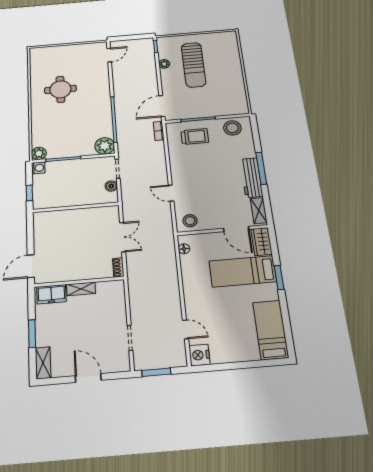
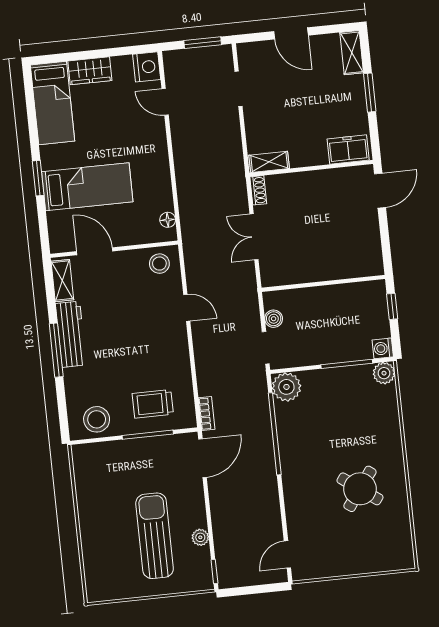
round table: (60, 89) -> (360, 489), turned 36
wardrobe: (261, 242) -> (90, 71), moved, turned 90
shelving: (81, 289) -> (269, 162), moved

